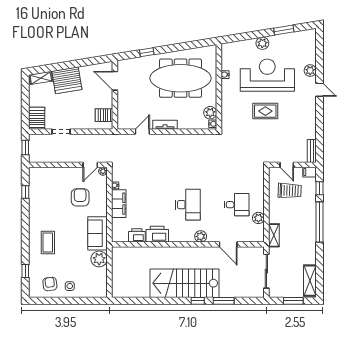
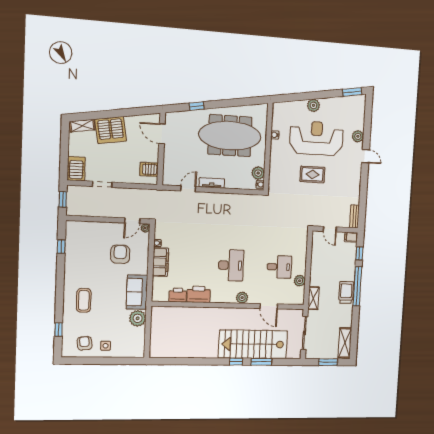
window: (284, 30) -> (352, 92), moved
trolley: (290, 191) -> (346, 292), moved, turned -92
stairs: (184, 283) -> (253, 344), moved

